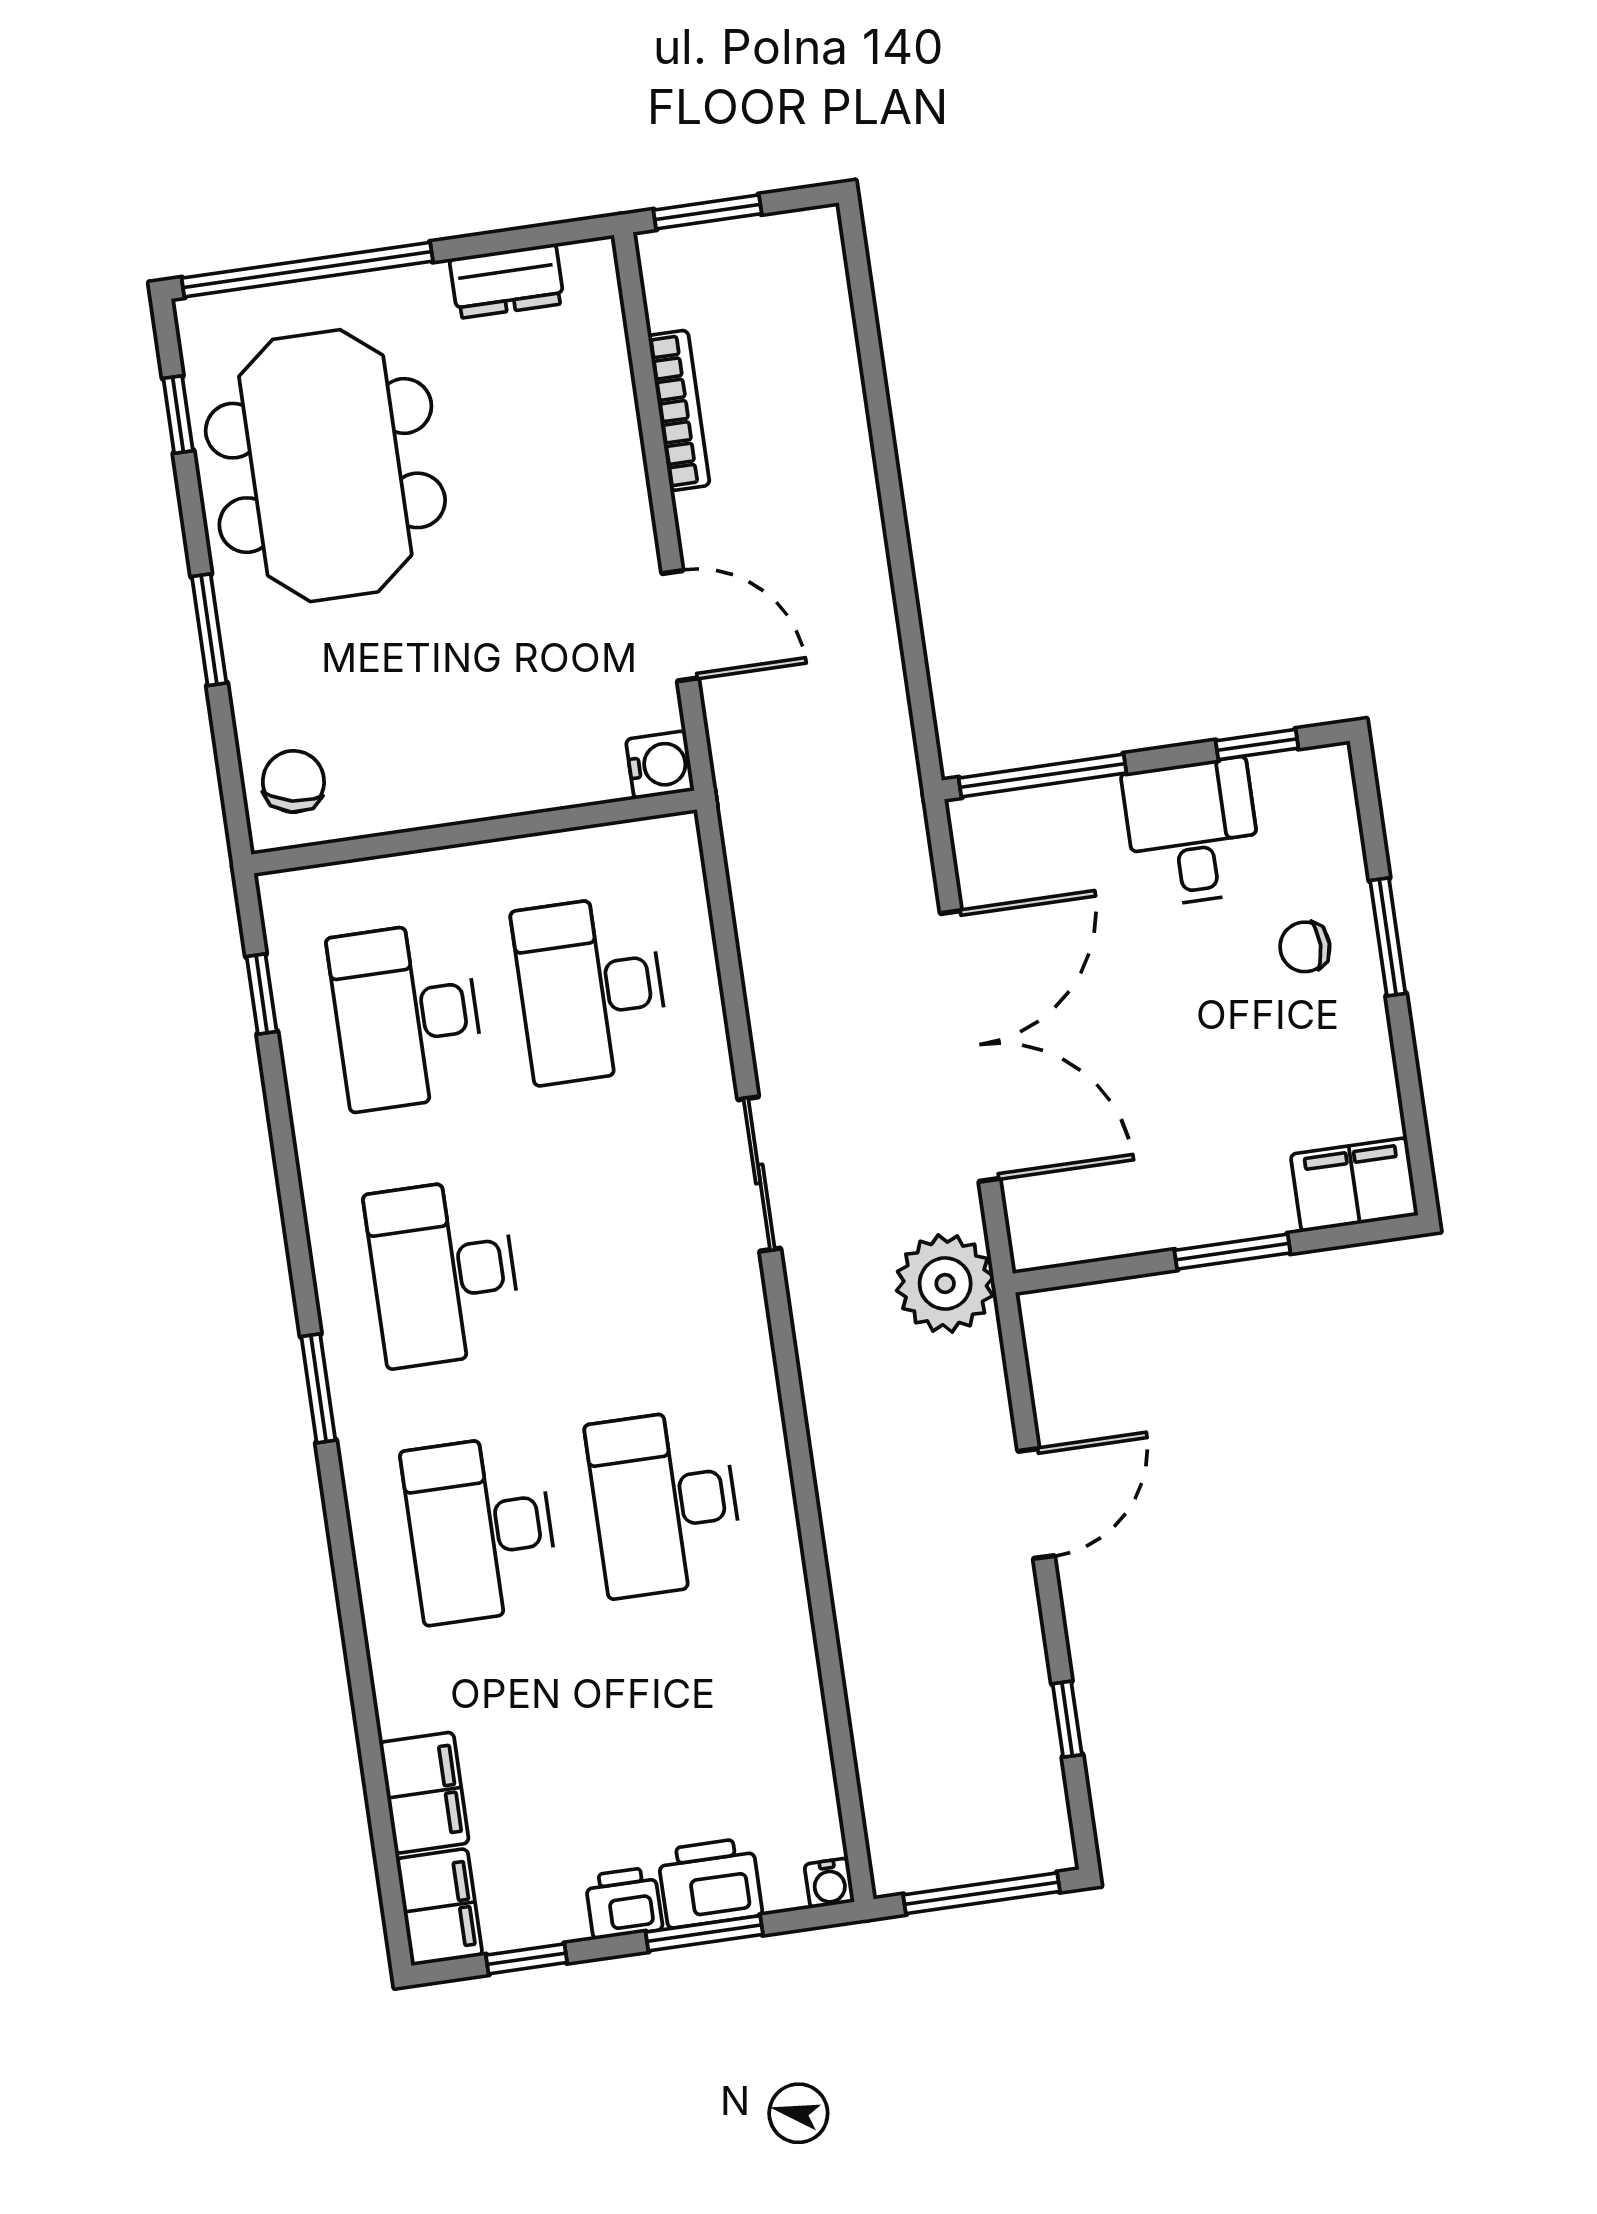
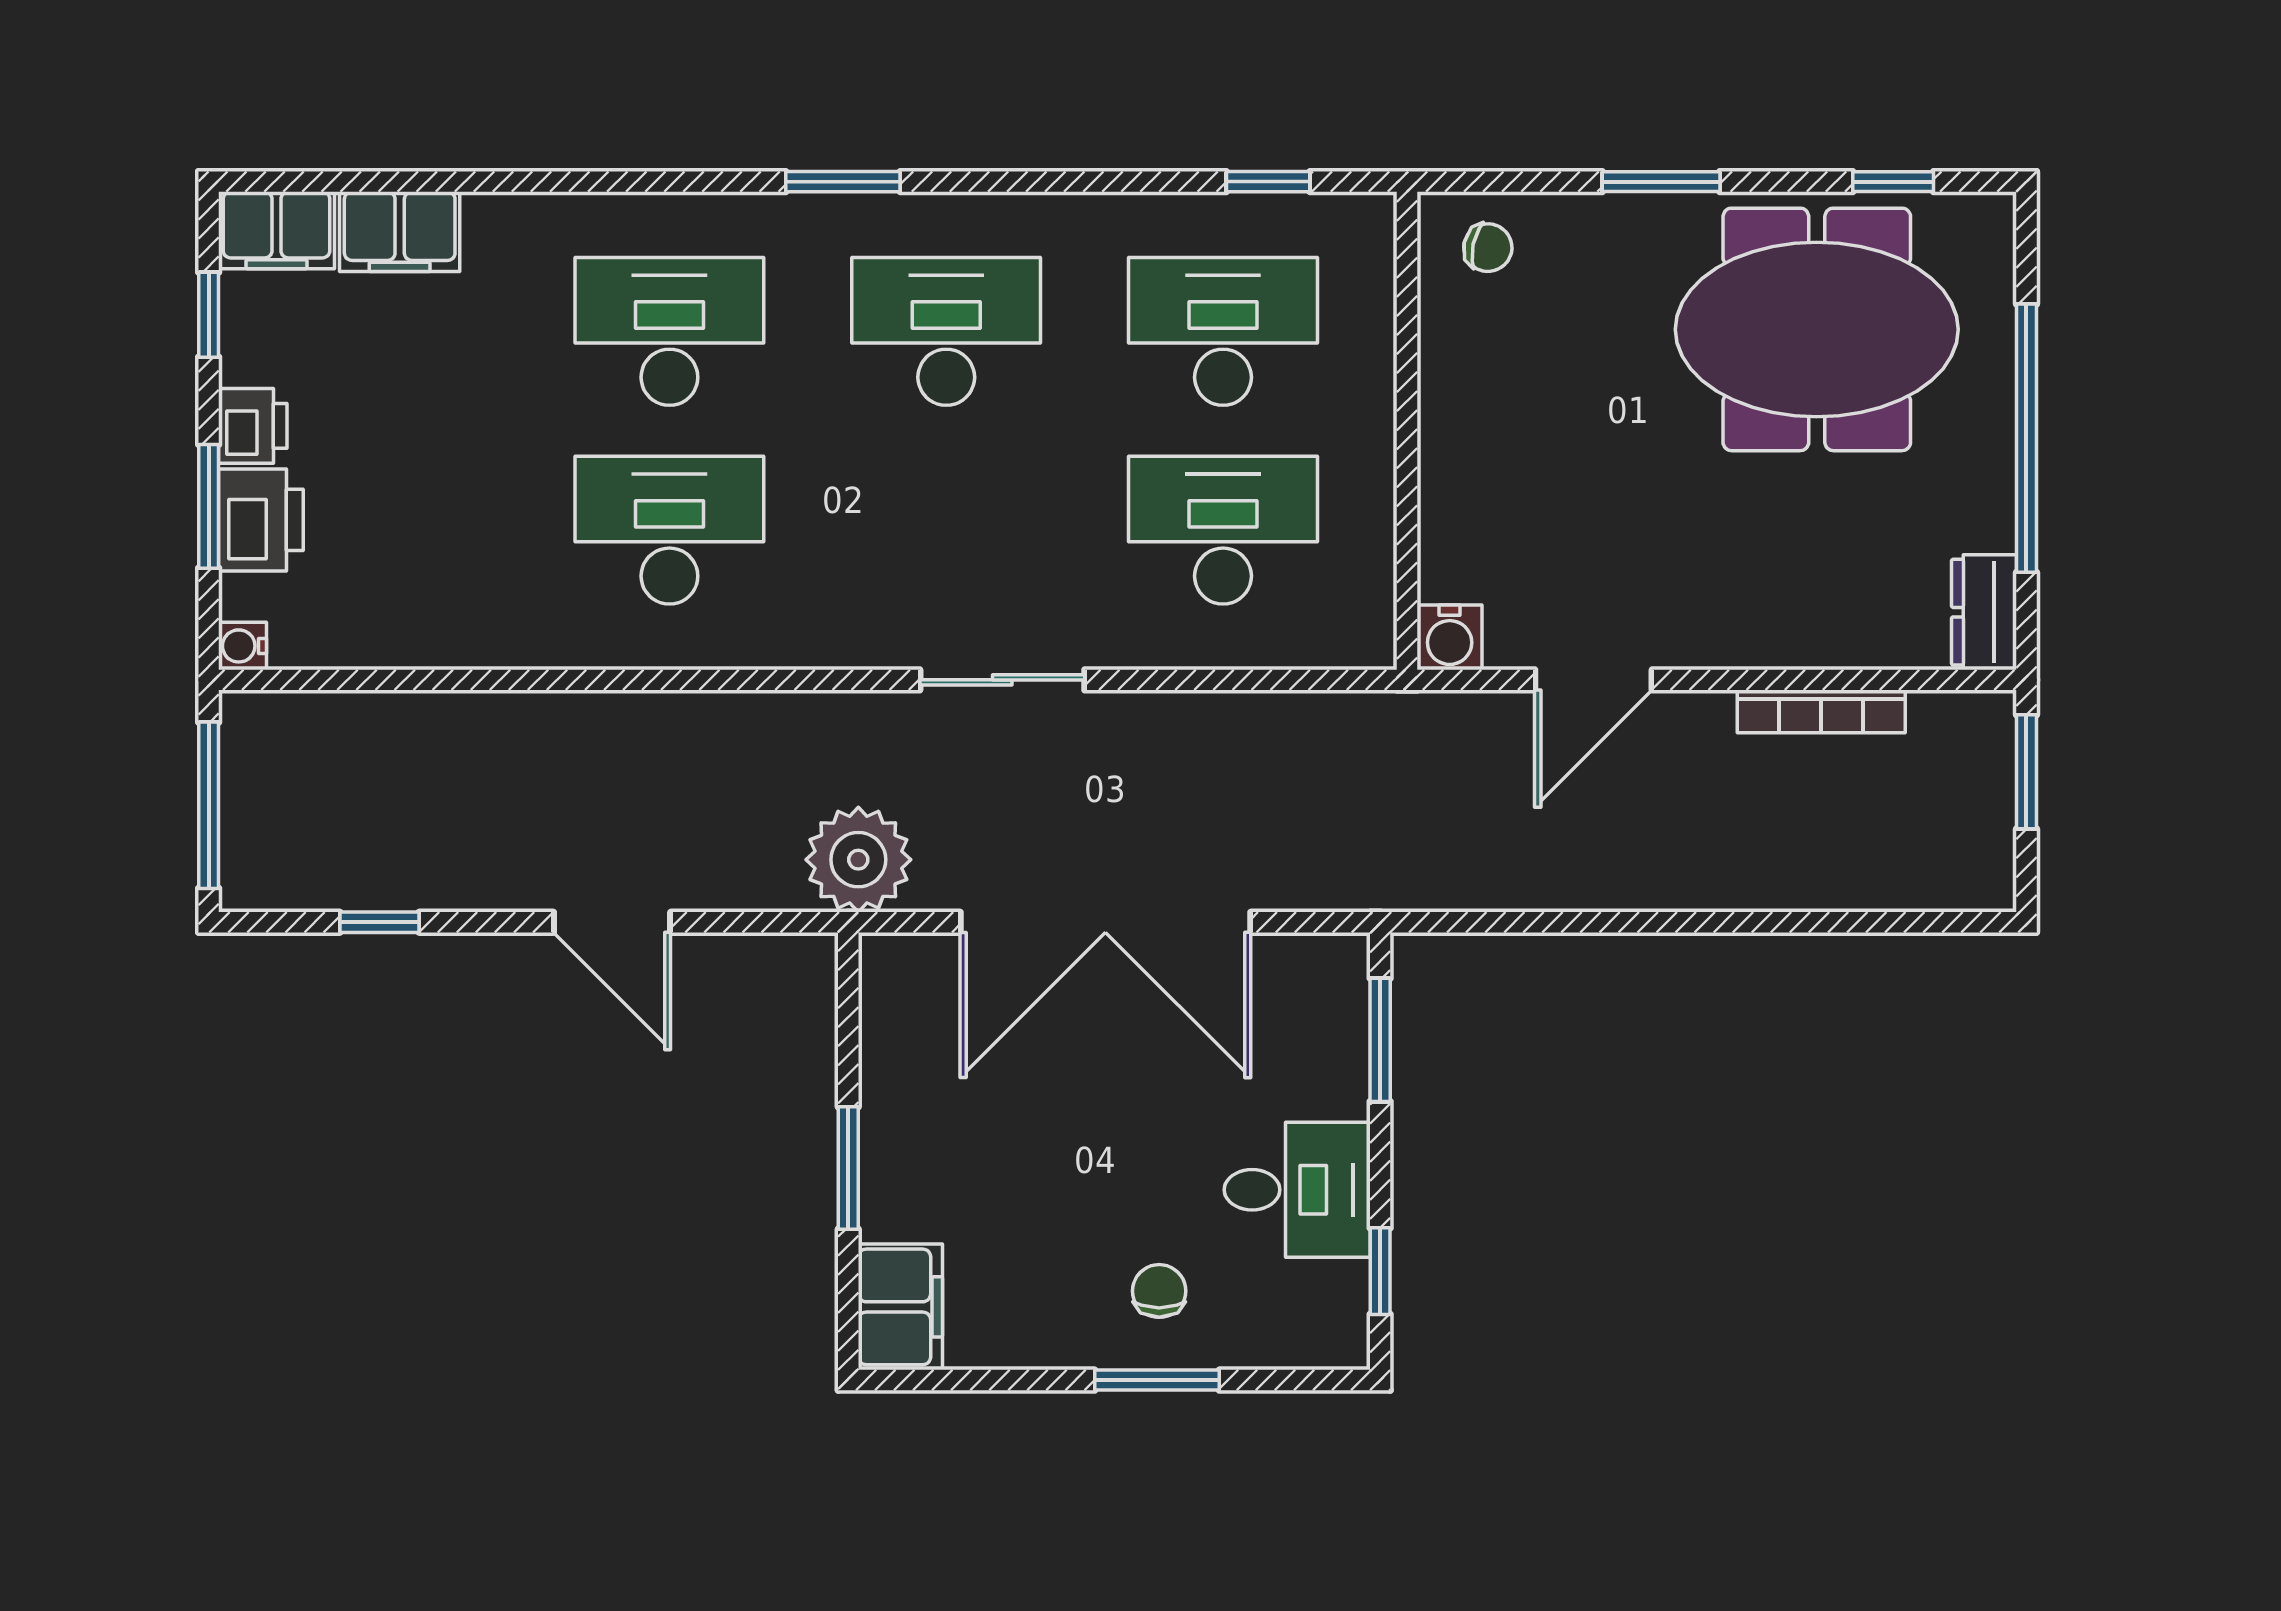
window: (307, 270) -> (2026, 438), moved
dresser: (507, 281) -> (1984, 612), moved
window: (1043, 775) -> (1380, 1040), width x0.69
chair: (293, 781) -> (1488, 248), width x0.73, depth x0.73

